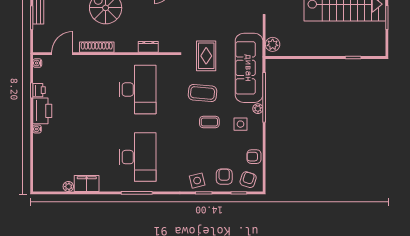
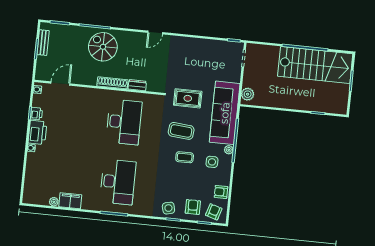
shoe rack: (97, 47) -> (112, 83), moved
rug: (206, 56) -> (188, 98), turned 90

